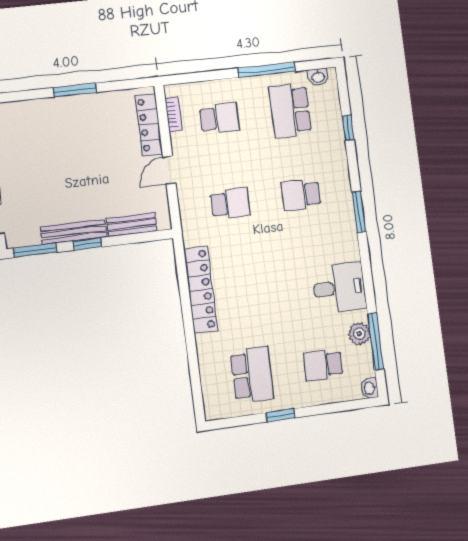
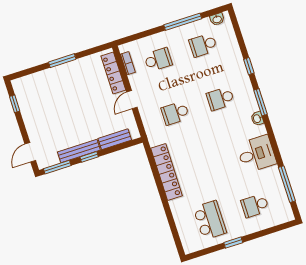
school desk: (290, 111) -> (203, 45), width x0.54
window: (348, 128) -> (249, 66), moved
school desk: (230, 203) -> (175, 113), turned 180
plant: (359, 334) -> (275, 181), removed
washbasin: (370, 388) -> (257, 119), moved

